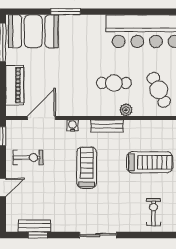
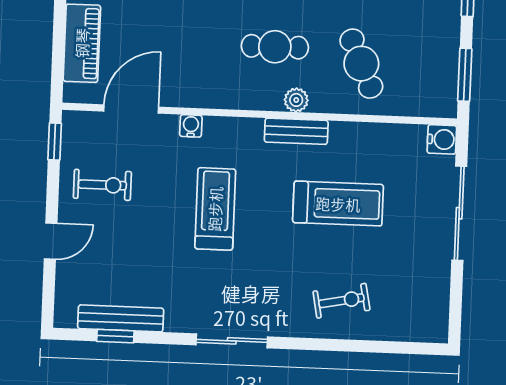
bench: (107, 126) -> (296, 131), moved
exercise bike: (153, 212) -> (341, 301), turned 79
bench: (34, 226) -> (121, 318), width x1.36

